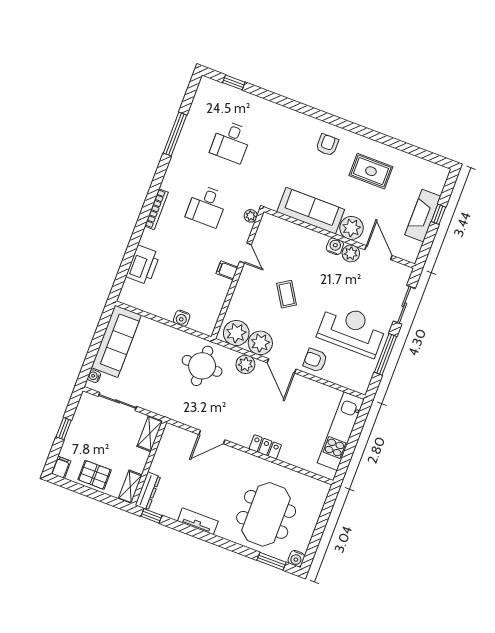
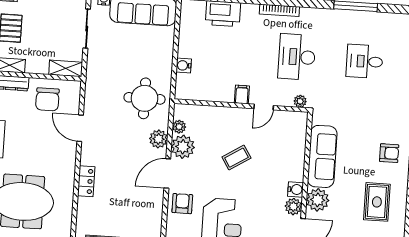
desk: (207, 206) -> (297, 57), width x1.37
plant: (236, 333) -> (179, 127), width x0.53, depth x0.53
chair: (174, 460) -> (47, 99), added

